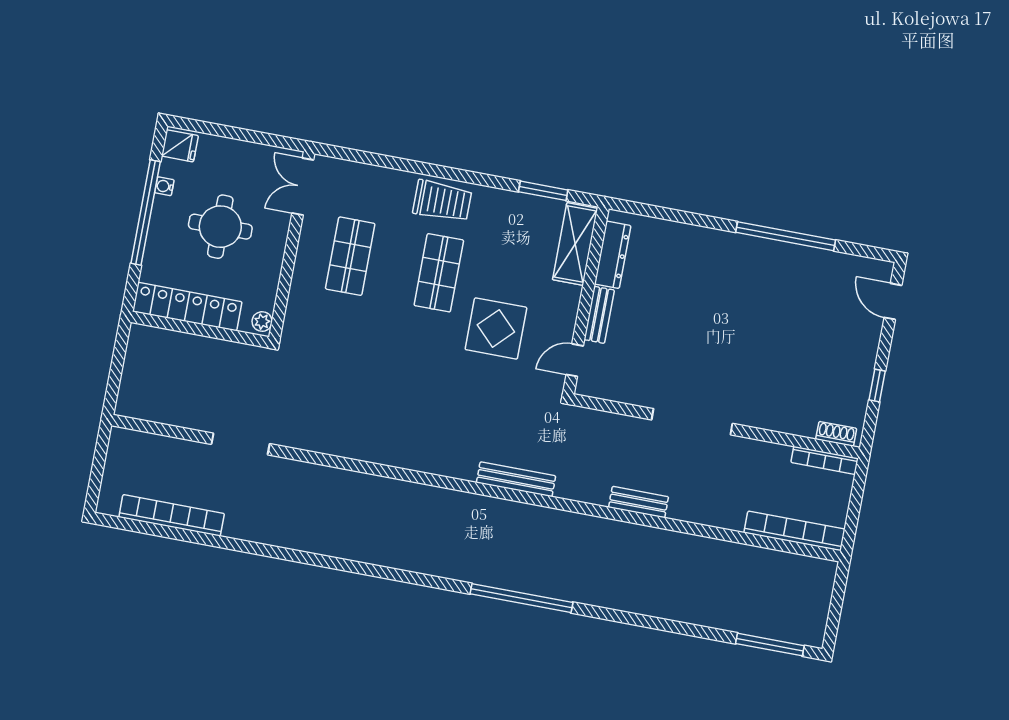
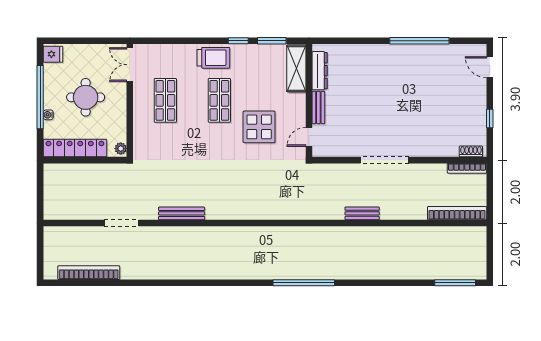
window: (488, 181) -> (238, 41), added
water cooler: (164, 186) -> (48, 115), moved
bench: (516, 479) -> (182, 213), moved

